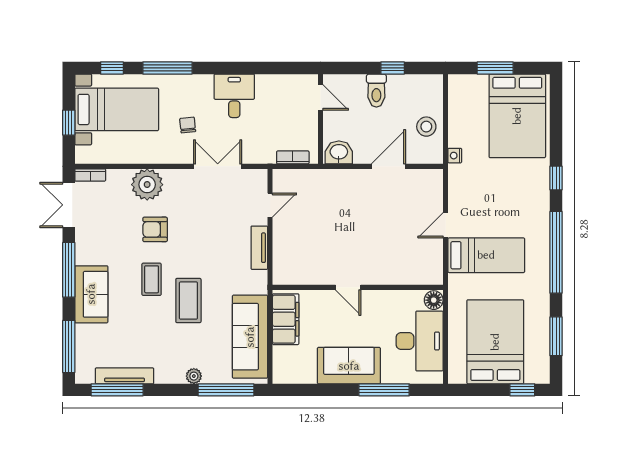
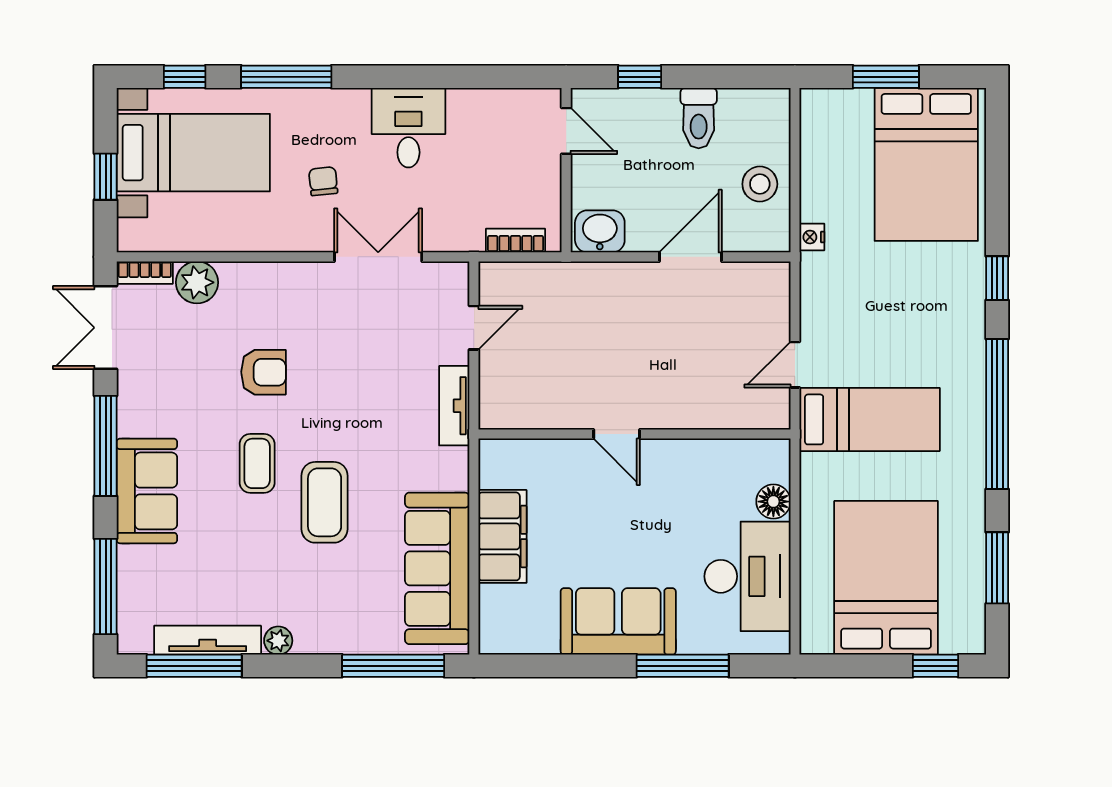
window: (393, 68) -> (640, 77), moved
toilet: (376, 91) -> (699, 118), moved
plant: (147, 185) -> (197, 282), moved, width x0.73, depth x0.73
armchair: (155, 229) -> (263, 372), turned 180
door: (348, 287) -> (617, 434), moved
wall: (358, 287) -> (634, 434), moved
plant: (194, 376) -> (278, 641), moved

